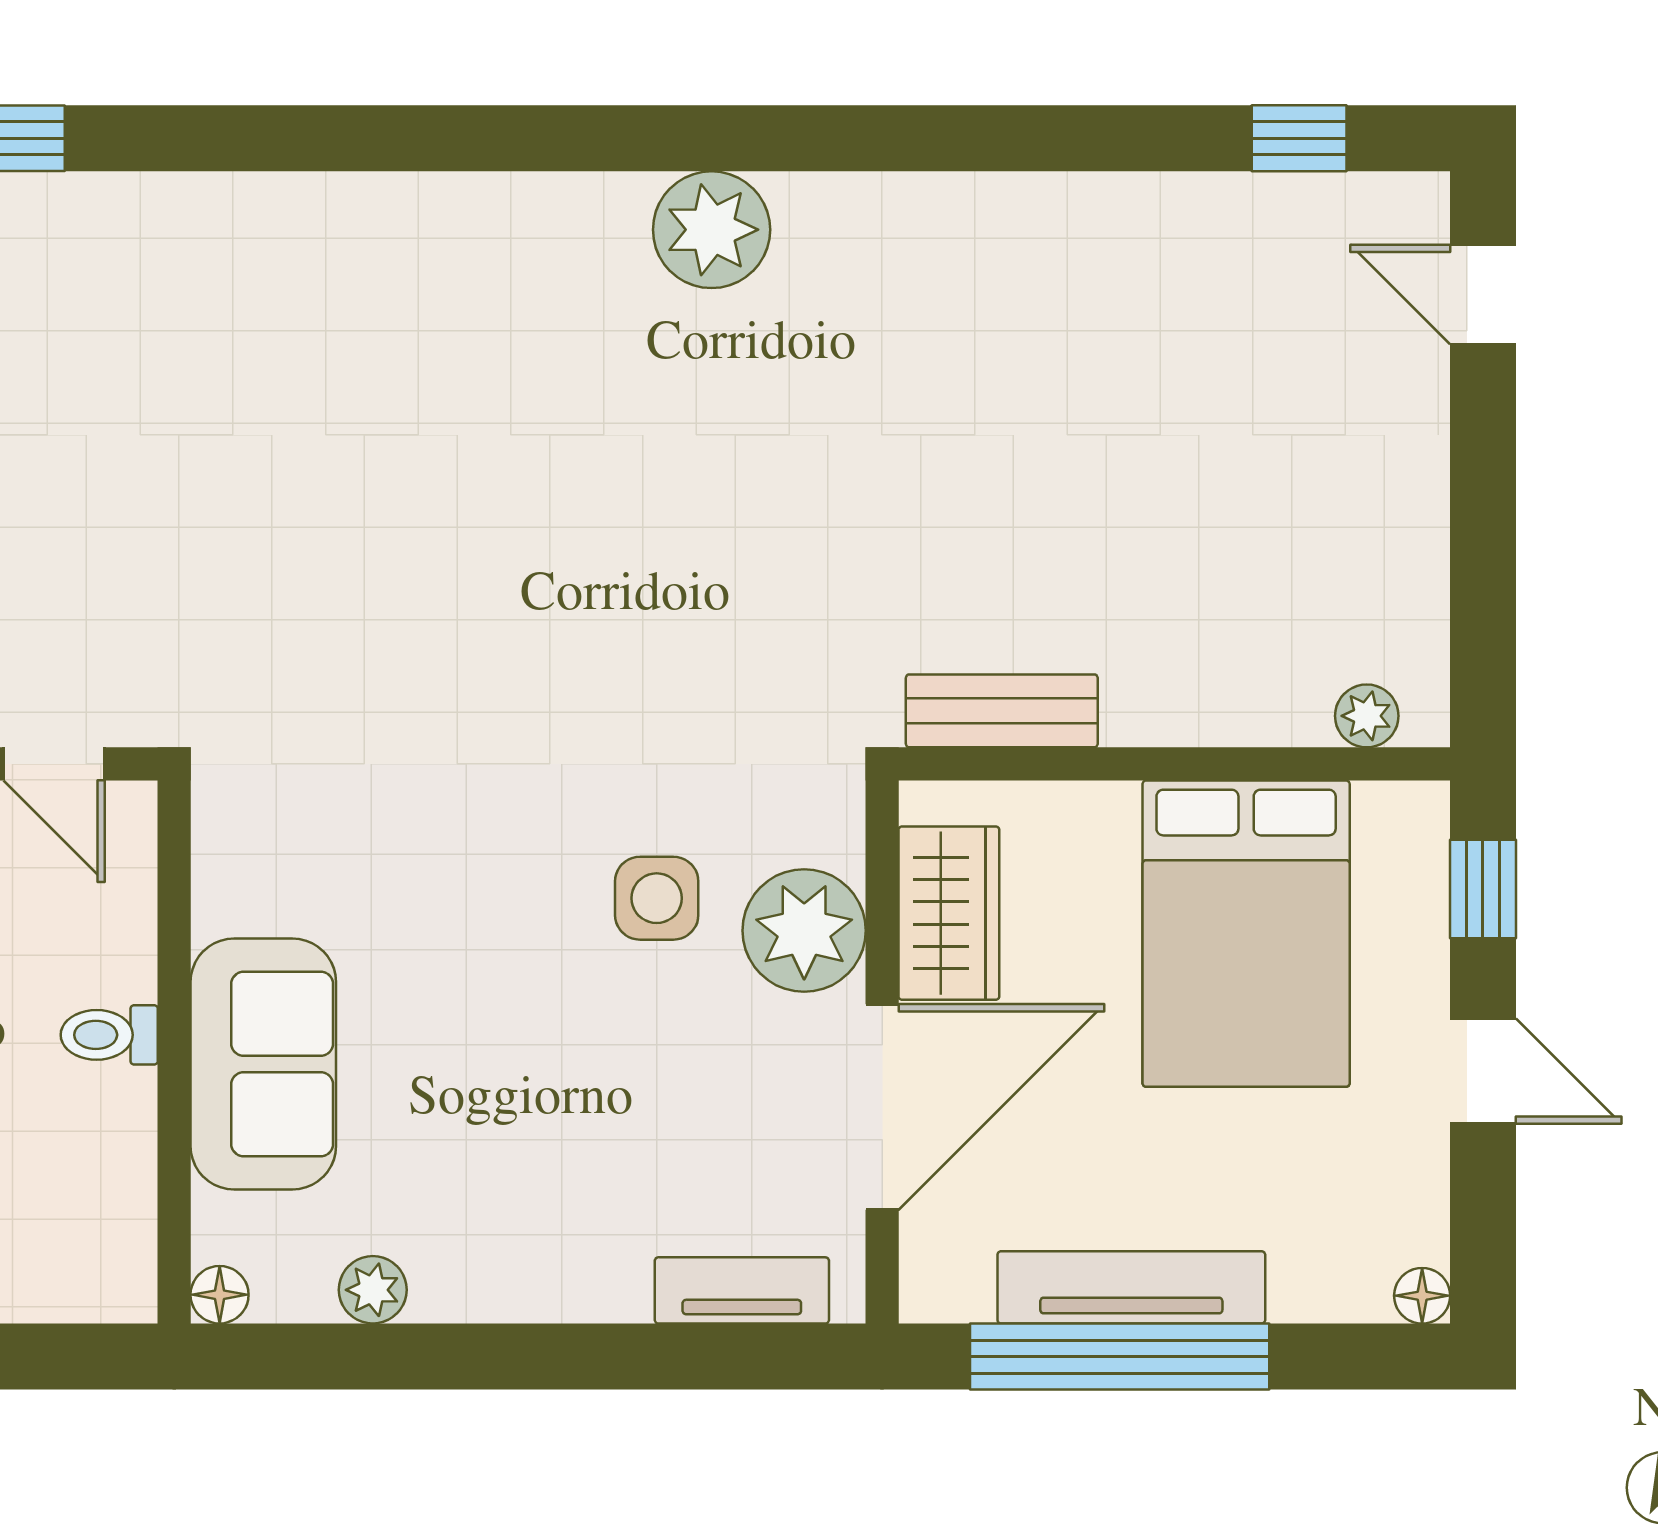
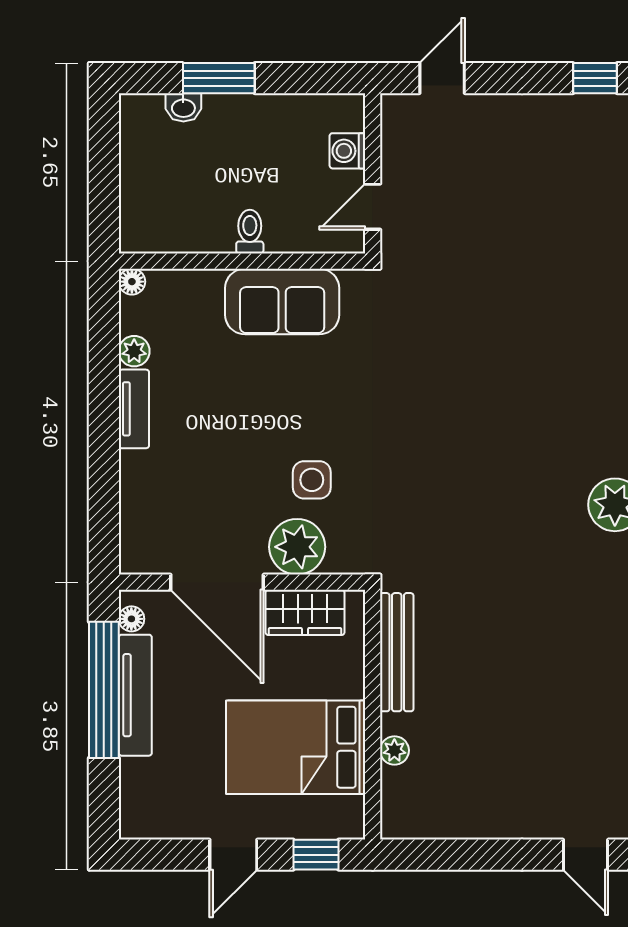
door: (1483, 294) -> (586, 855), swing flipped
bench: (1002, 711) -> (397, 652), width x1.36
plant: (1367, 716) -> (394, 750), moved
sofa: (263, 1064) -> (282, 301), moved
tv unit: (742, 1290) -> (134, 409), moved
floor lamp: (1422, 1296) -> (131, 619), moved

